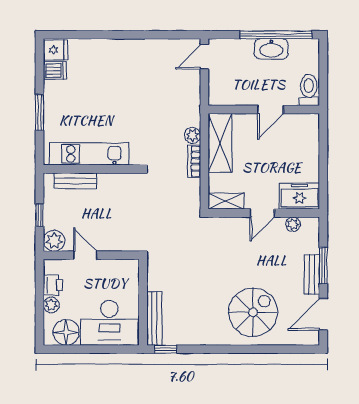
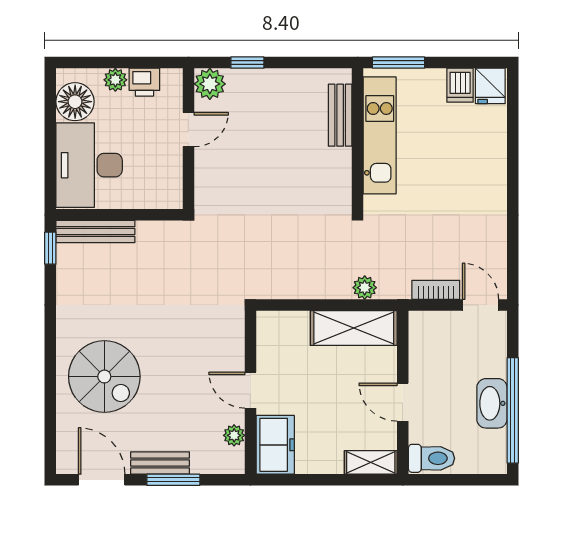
kitchen unit: (89, 154) -> (380, 135), moved
bookcase: (194, 161) -> (436, 290), moved
wall: (91, 169) -> (358, 139), moved
bench: (75, 181) -> (340, 115), moved
shelving: (226, 201) -> (371, 462), moved, turned 90

